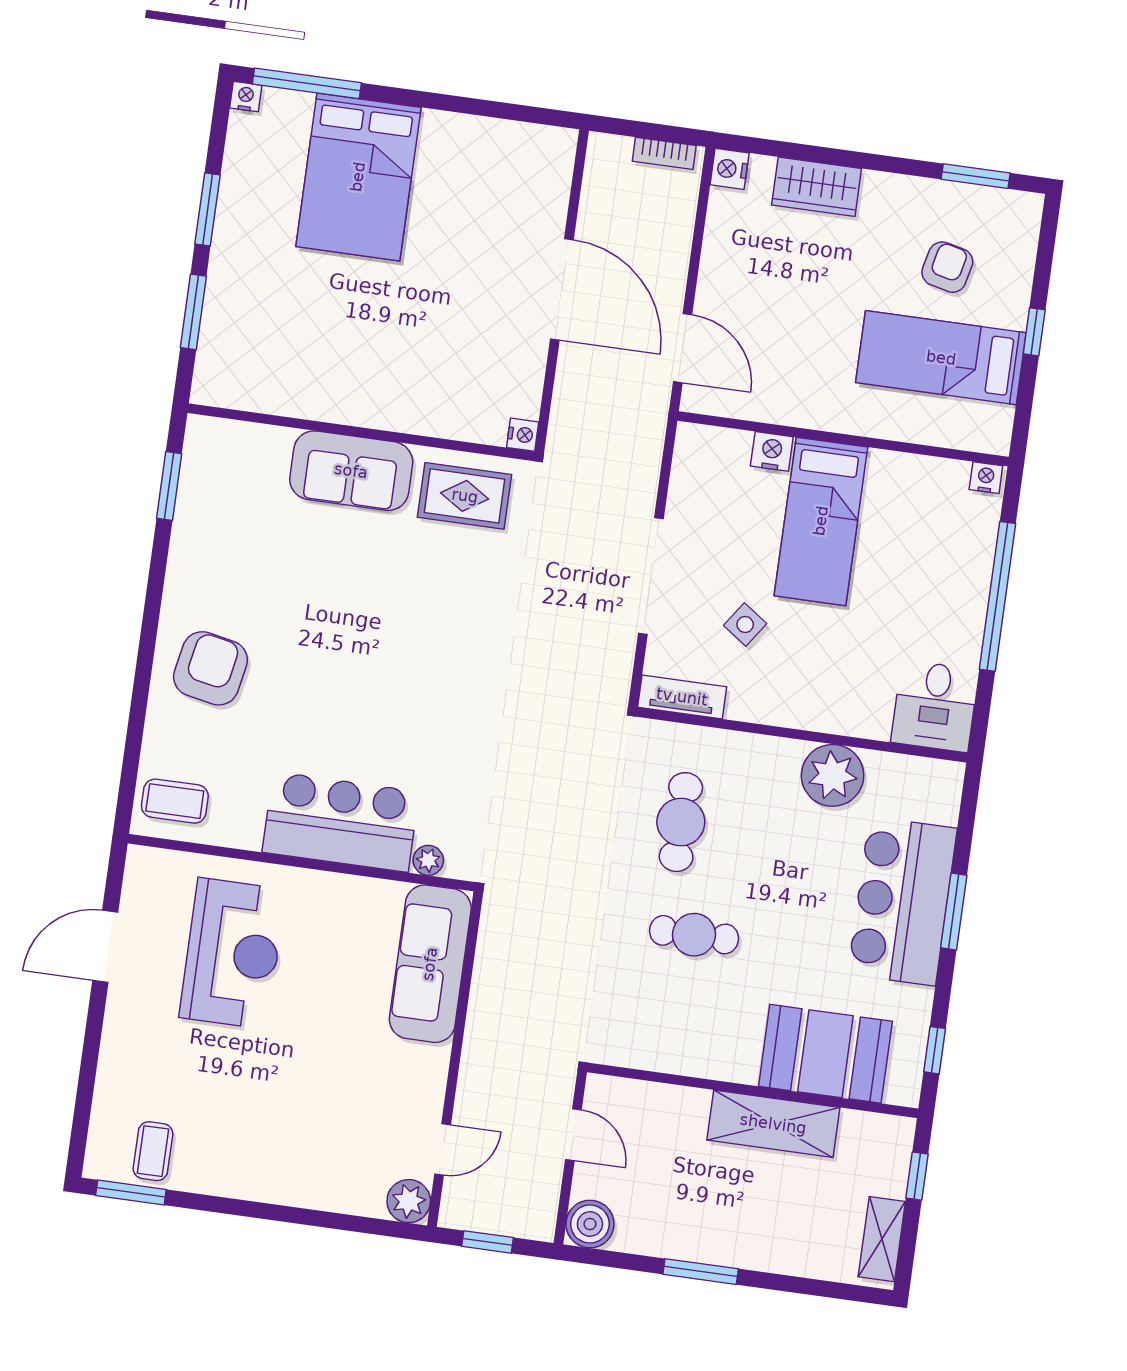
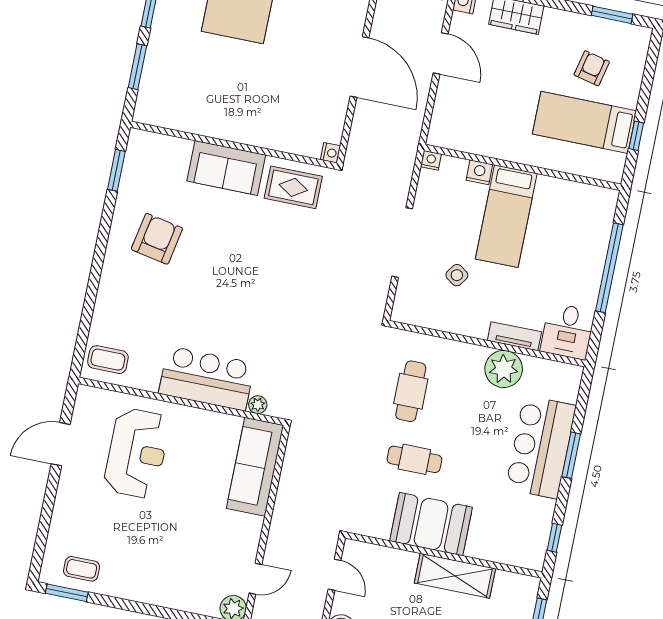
window: (1034, 332) -> (636, 136), moved
door: (683, 348) -> (441, 53), moved
nightstand: (986, 478) -> (431, 160), moved
armchair: (210, 668) -> (157, 239), moved
tv unit: (682, 697) -> (514, 336), moved
booth: (825, 1054) -> (431, 524), moved
coffee table: (153, 1151) -> (82, 569), turned 90

